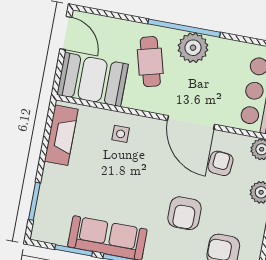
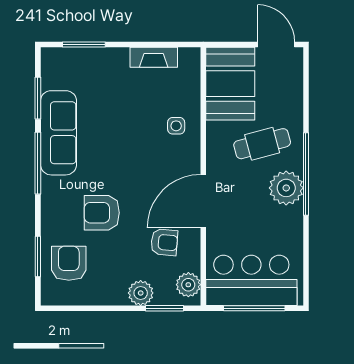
door: (66, 33) -> (276, 45), swing flipped
fireplace: (61, 135) -> (154, 57), width x0.73, depth x0.76

